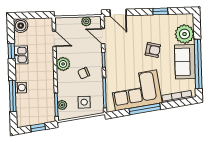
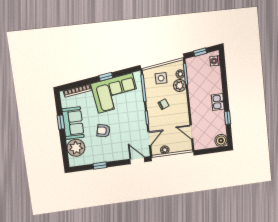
door: (103, 36) -> (149, 139), hinge flipped
kitchen sink: (21, 55) -> (218, 102), moved
plant: (63, 64) -> (180, 86), moved
window: (198, 64) -> (61, 122), width x0.32
washing machine: (21, 88) -> (215, 61), moved
window: (13, 96) -> (224, 78), removed
window: (145, 109) -> (106, 77), width x0.46

